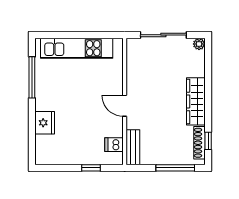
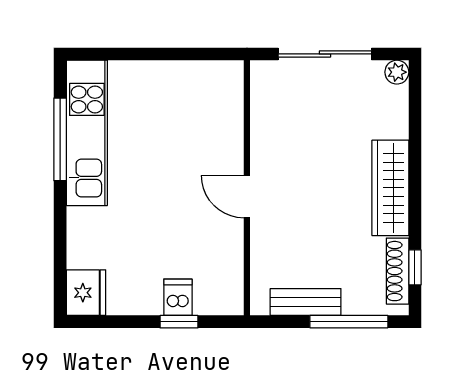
kitchen unit: (77, 48) -> (87, 133), moved, turned -90
fridge: (45, 123) -> (86, 293), moved
dishwasher: (114, 145) -> (178, 297), moved, turned 90
bench: (133, 147) -> (306, 302), moved, turned 90

